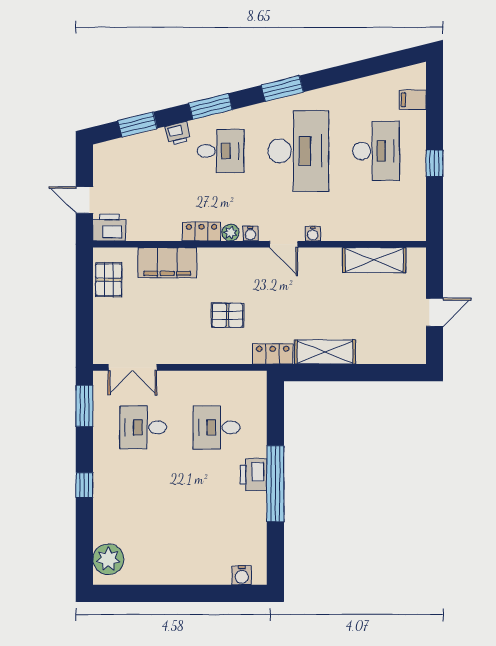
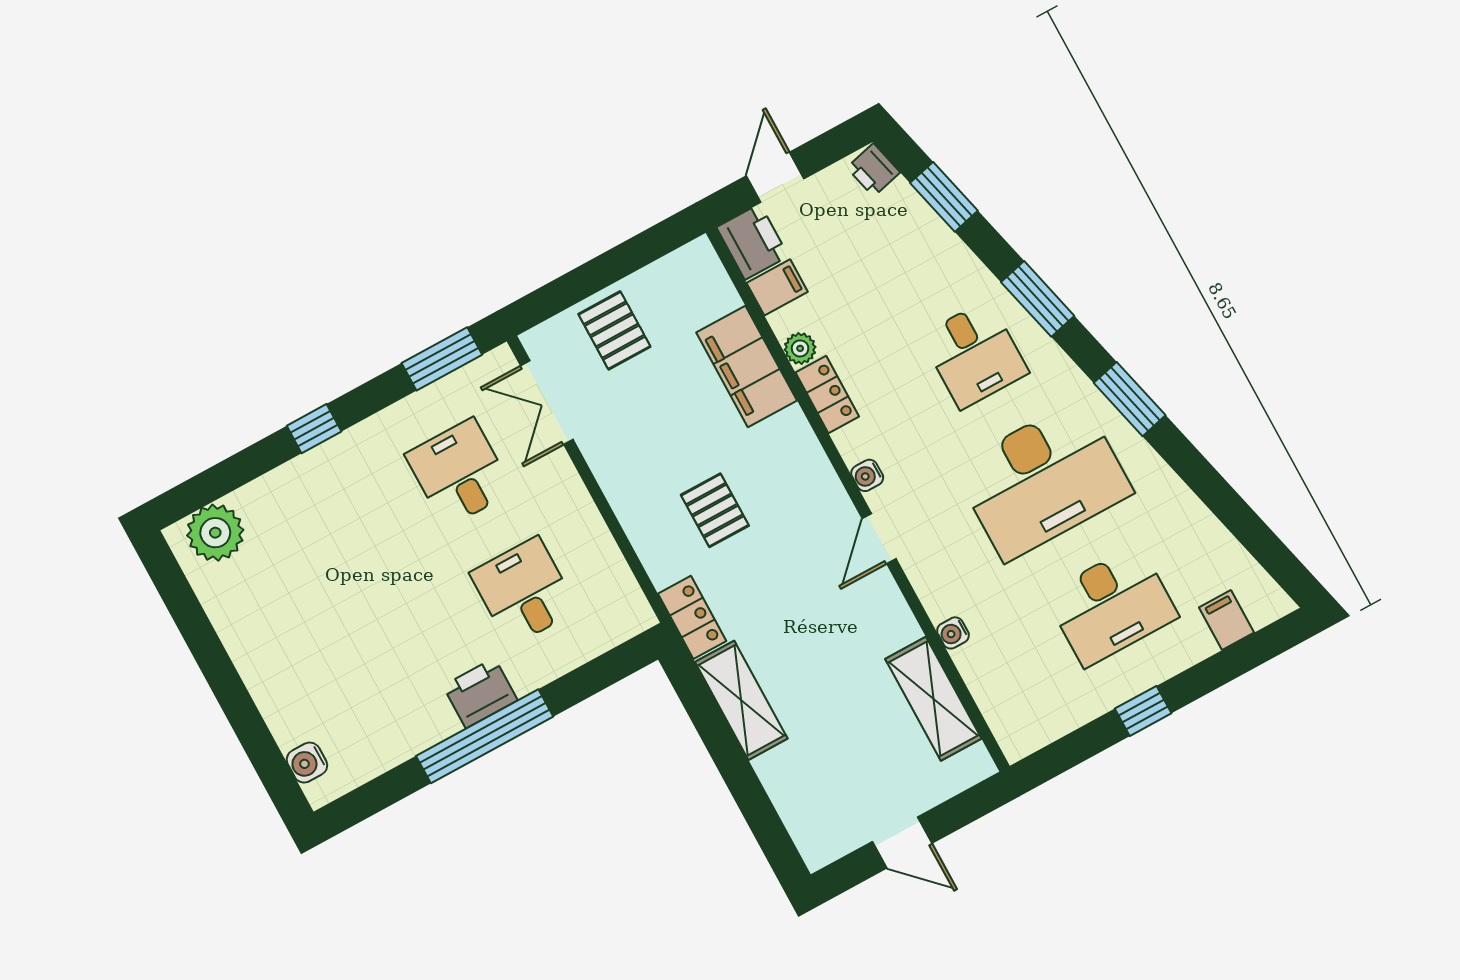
printer: (178, 133) -> (873, 170), moved
filing cabinet: (137, 228) -> (777, 287), added
plant: (231, 233) -> (800, 348), moved
water cooler: (313, 234) -> (953, 633), moved
pallet: (109, 280) -> (614, 330), moved, turned 90

